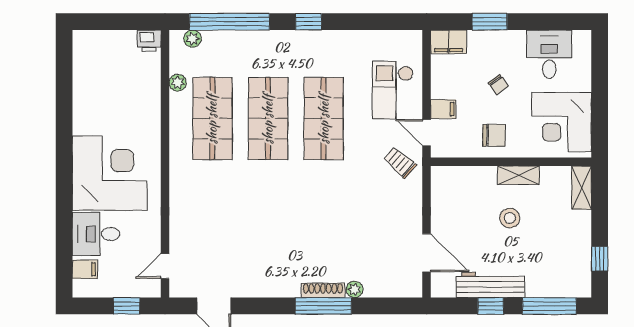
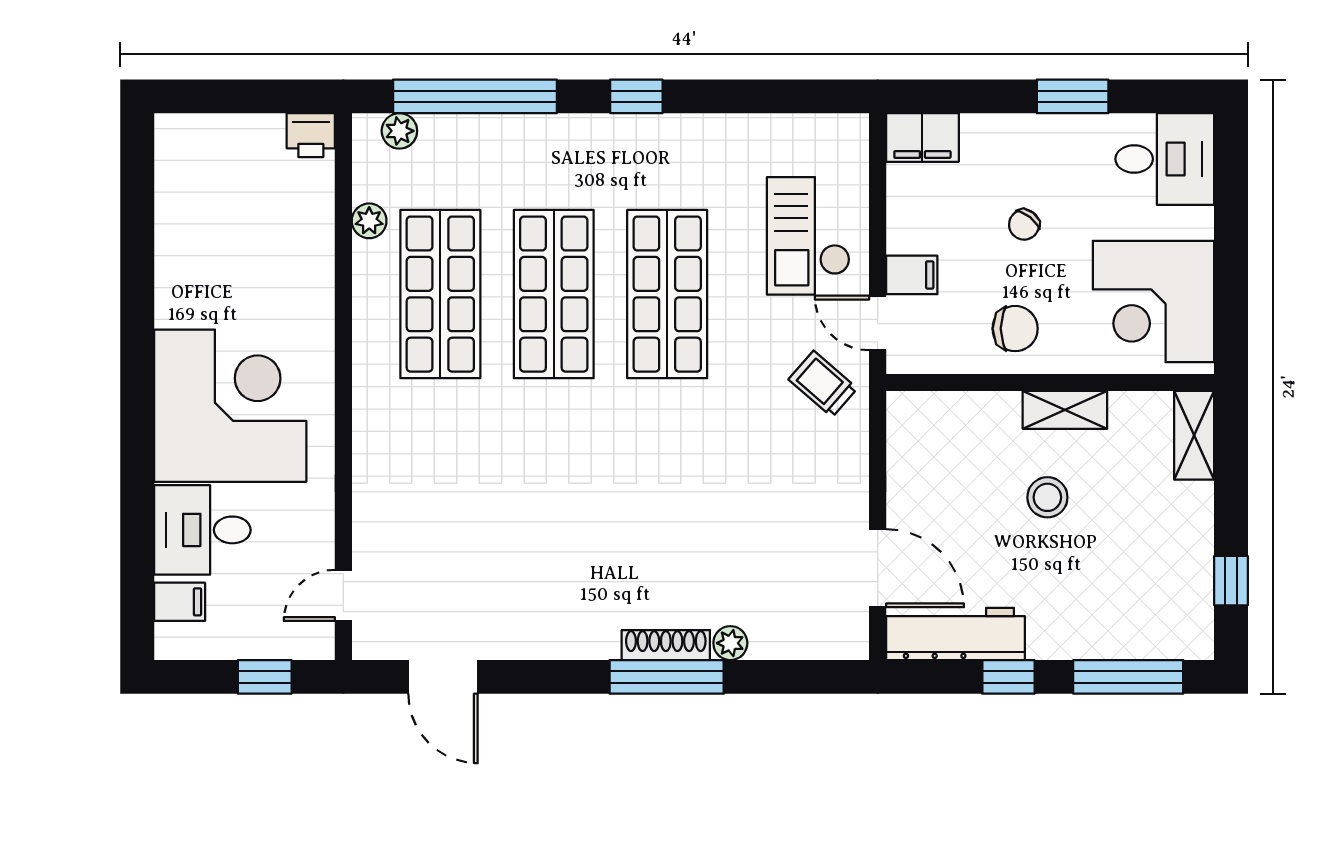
window: (490, 22) -> (1073, 96), moved
desk: (549, 54) -> (1165, 159), moved, turned 90
chair: (498, 85) -> (1024, 225), turned 74
workbench: (490, 285) -> (956, 634), moved

